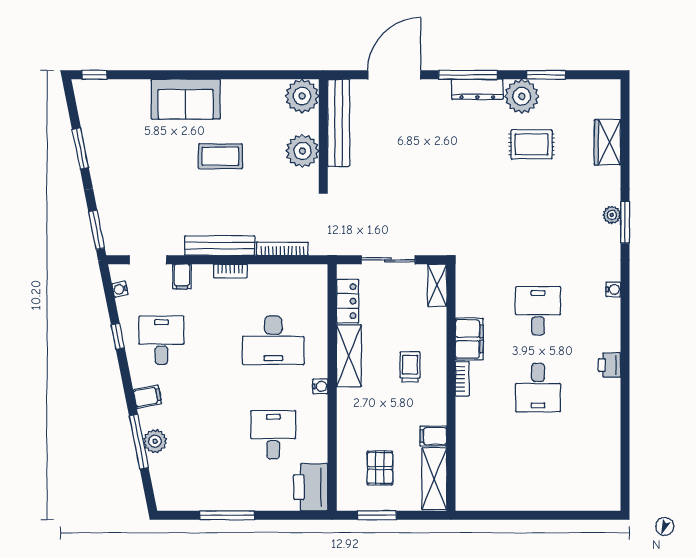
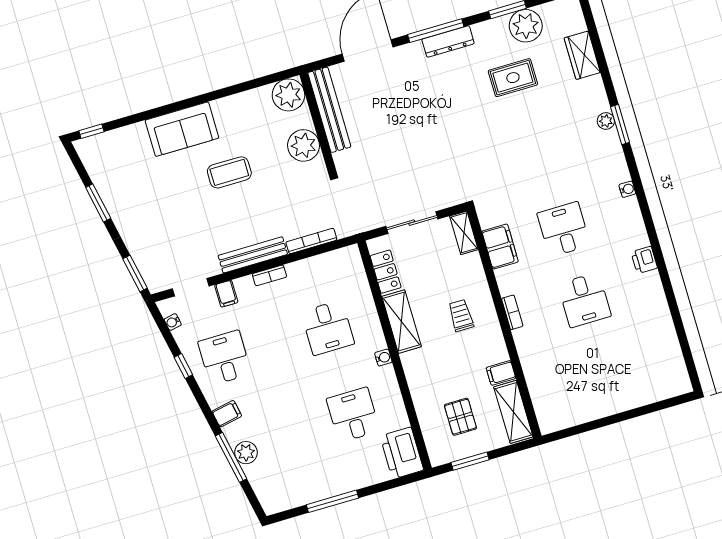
plant: (522, 96) -> (526, 26), moved
filing cabinet: (469, 339) -> (500, 247), moved
desk: (273, 340) -> (328, 328), width x0.73

